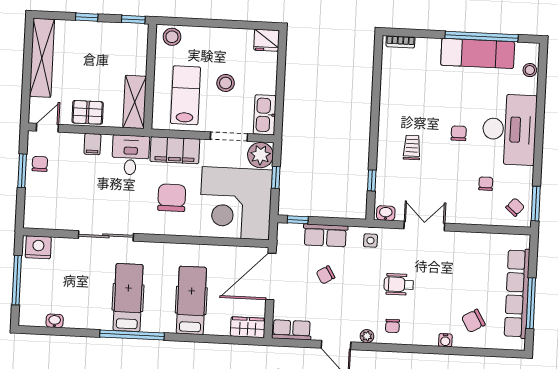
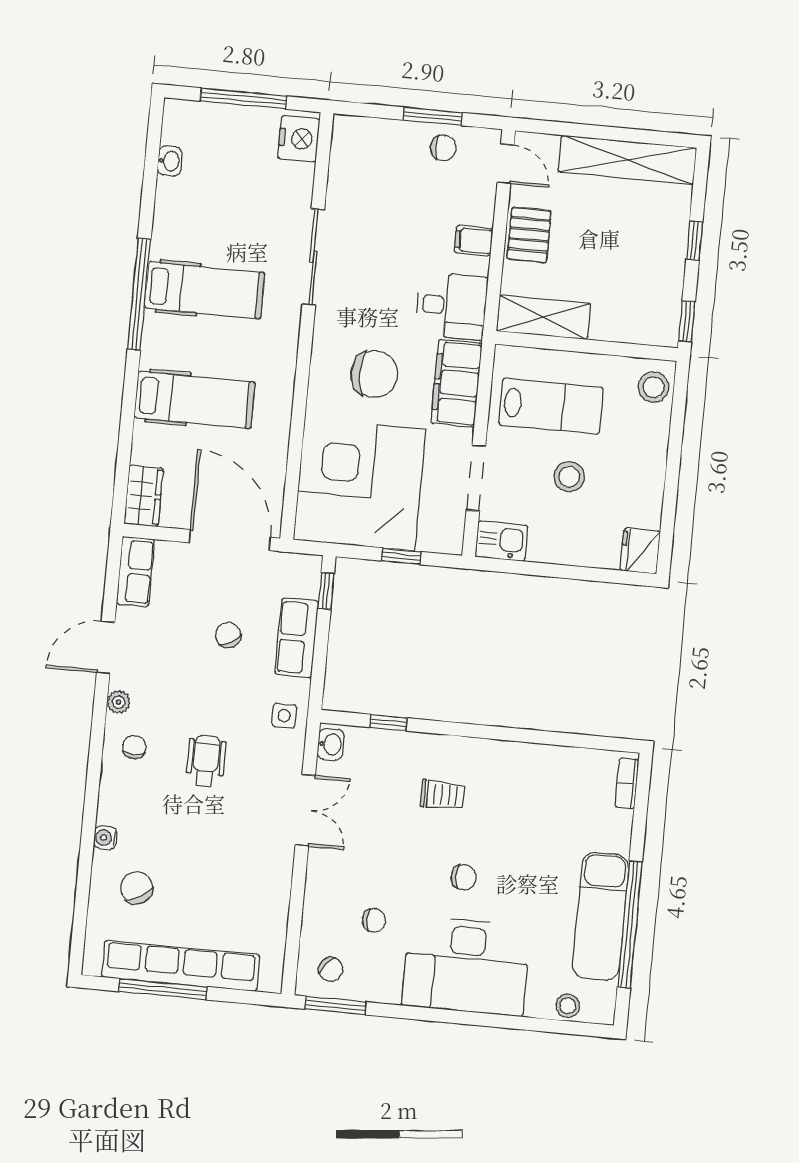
kitchen sink: (265, 115) -> (501, 541), width x0.73
plant: (260, 155) -> (441, 531), removed
chair: (392, 326) -> (134, 747), turned 90

